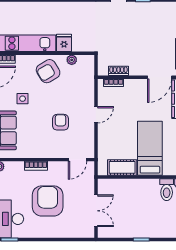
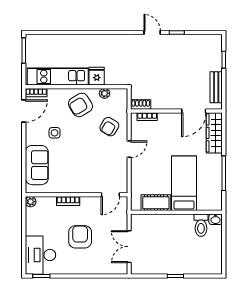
shoe rack: (118, 71) -> (141, 105), moved
armchair: (61, 122) -> (109, 127), moved, turned -148
armchair: (48, 201) -> (80, 237), width x0.73, depth x0.73
double door: (96, 211) -> (129, 247), swing flipped

